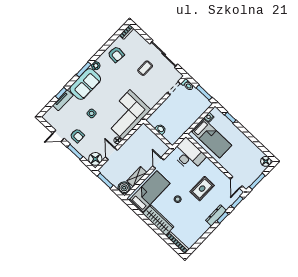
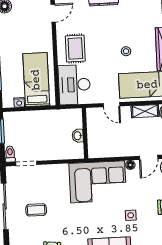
door: (158, 163) -> (111, 105), hinge flipped
rug: (202, 189) -> (75, 49), moved, turned 90

